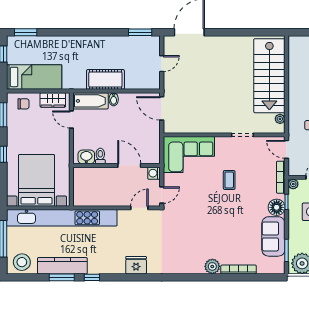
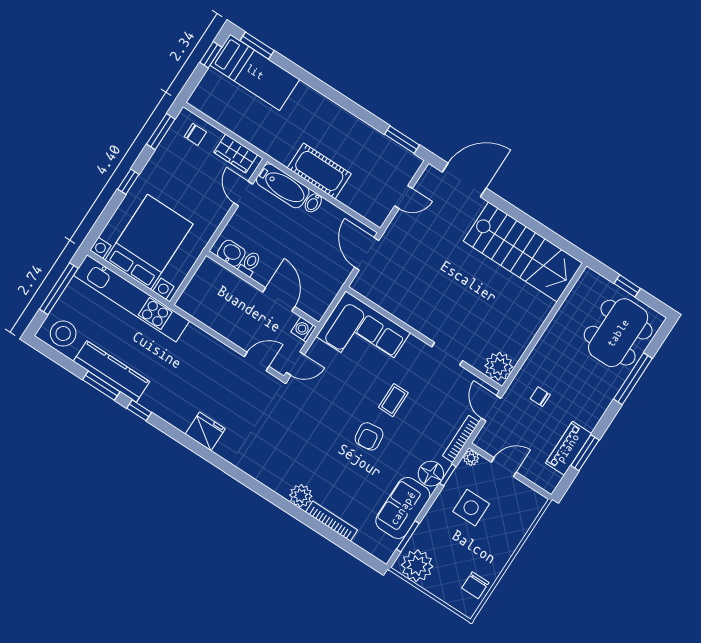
stairs: (269, 76) -> (523, 252), moved, turned -90
bed: (34, 77) -> (255, 72), moved
plant: (280, 119) -> (499, 366), width x1.88, depth x1.88
armchair: (229, 209) -> (369, 436), added
kitchen unit: (62, 218) -> (132, 298), width x0.73

